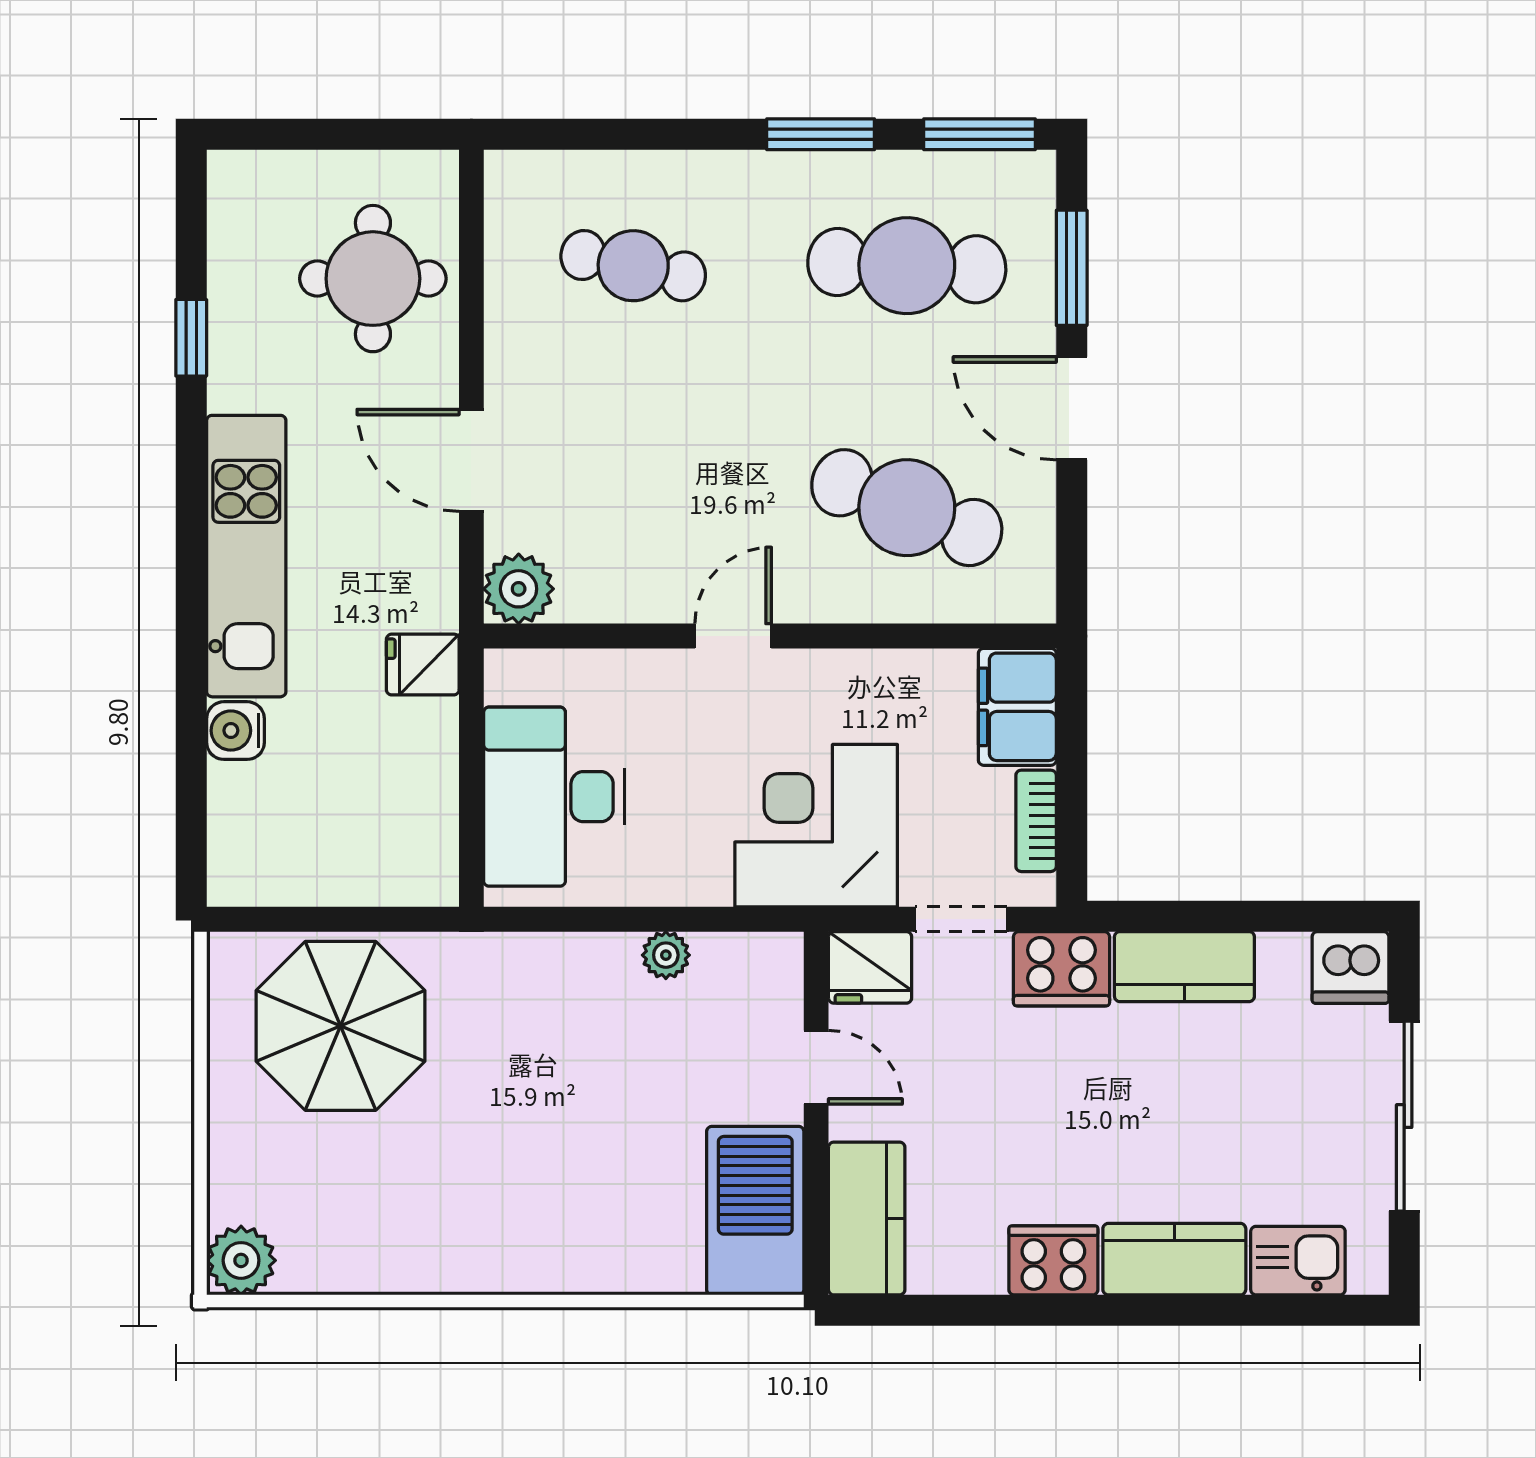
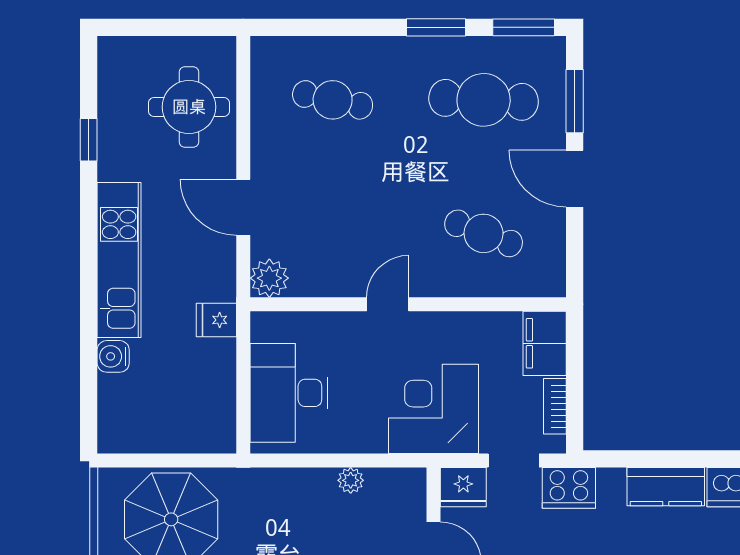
cafe table: (907, 508) -> (484, 233), width x0.73, depth x0.74
kitchen counter: (1184, 967) -> (666, 487), moved

